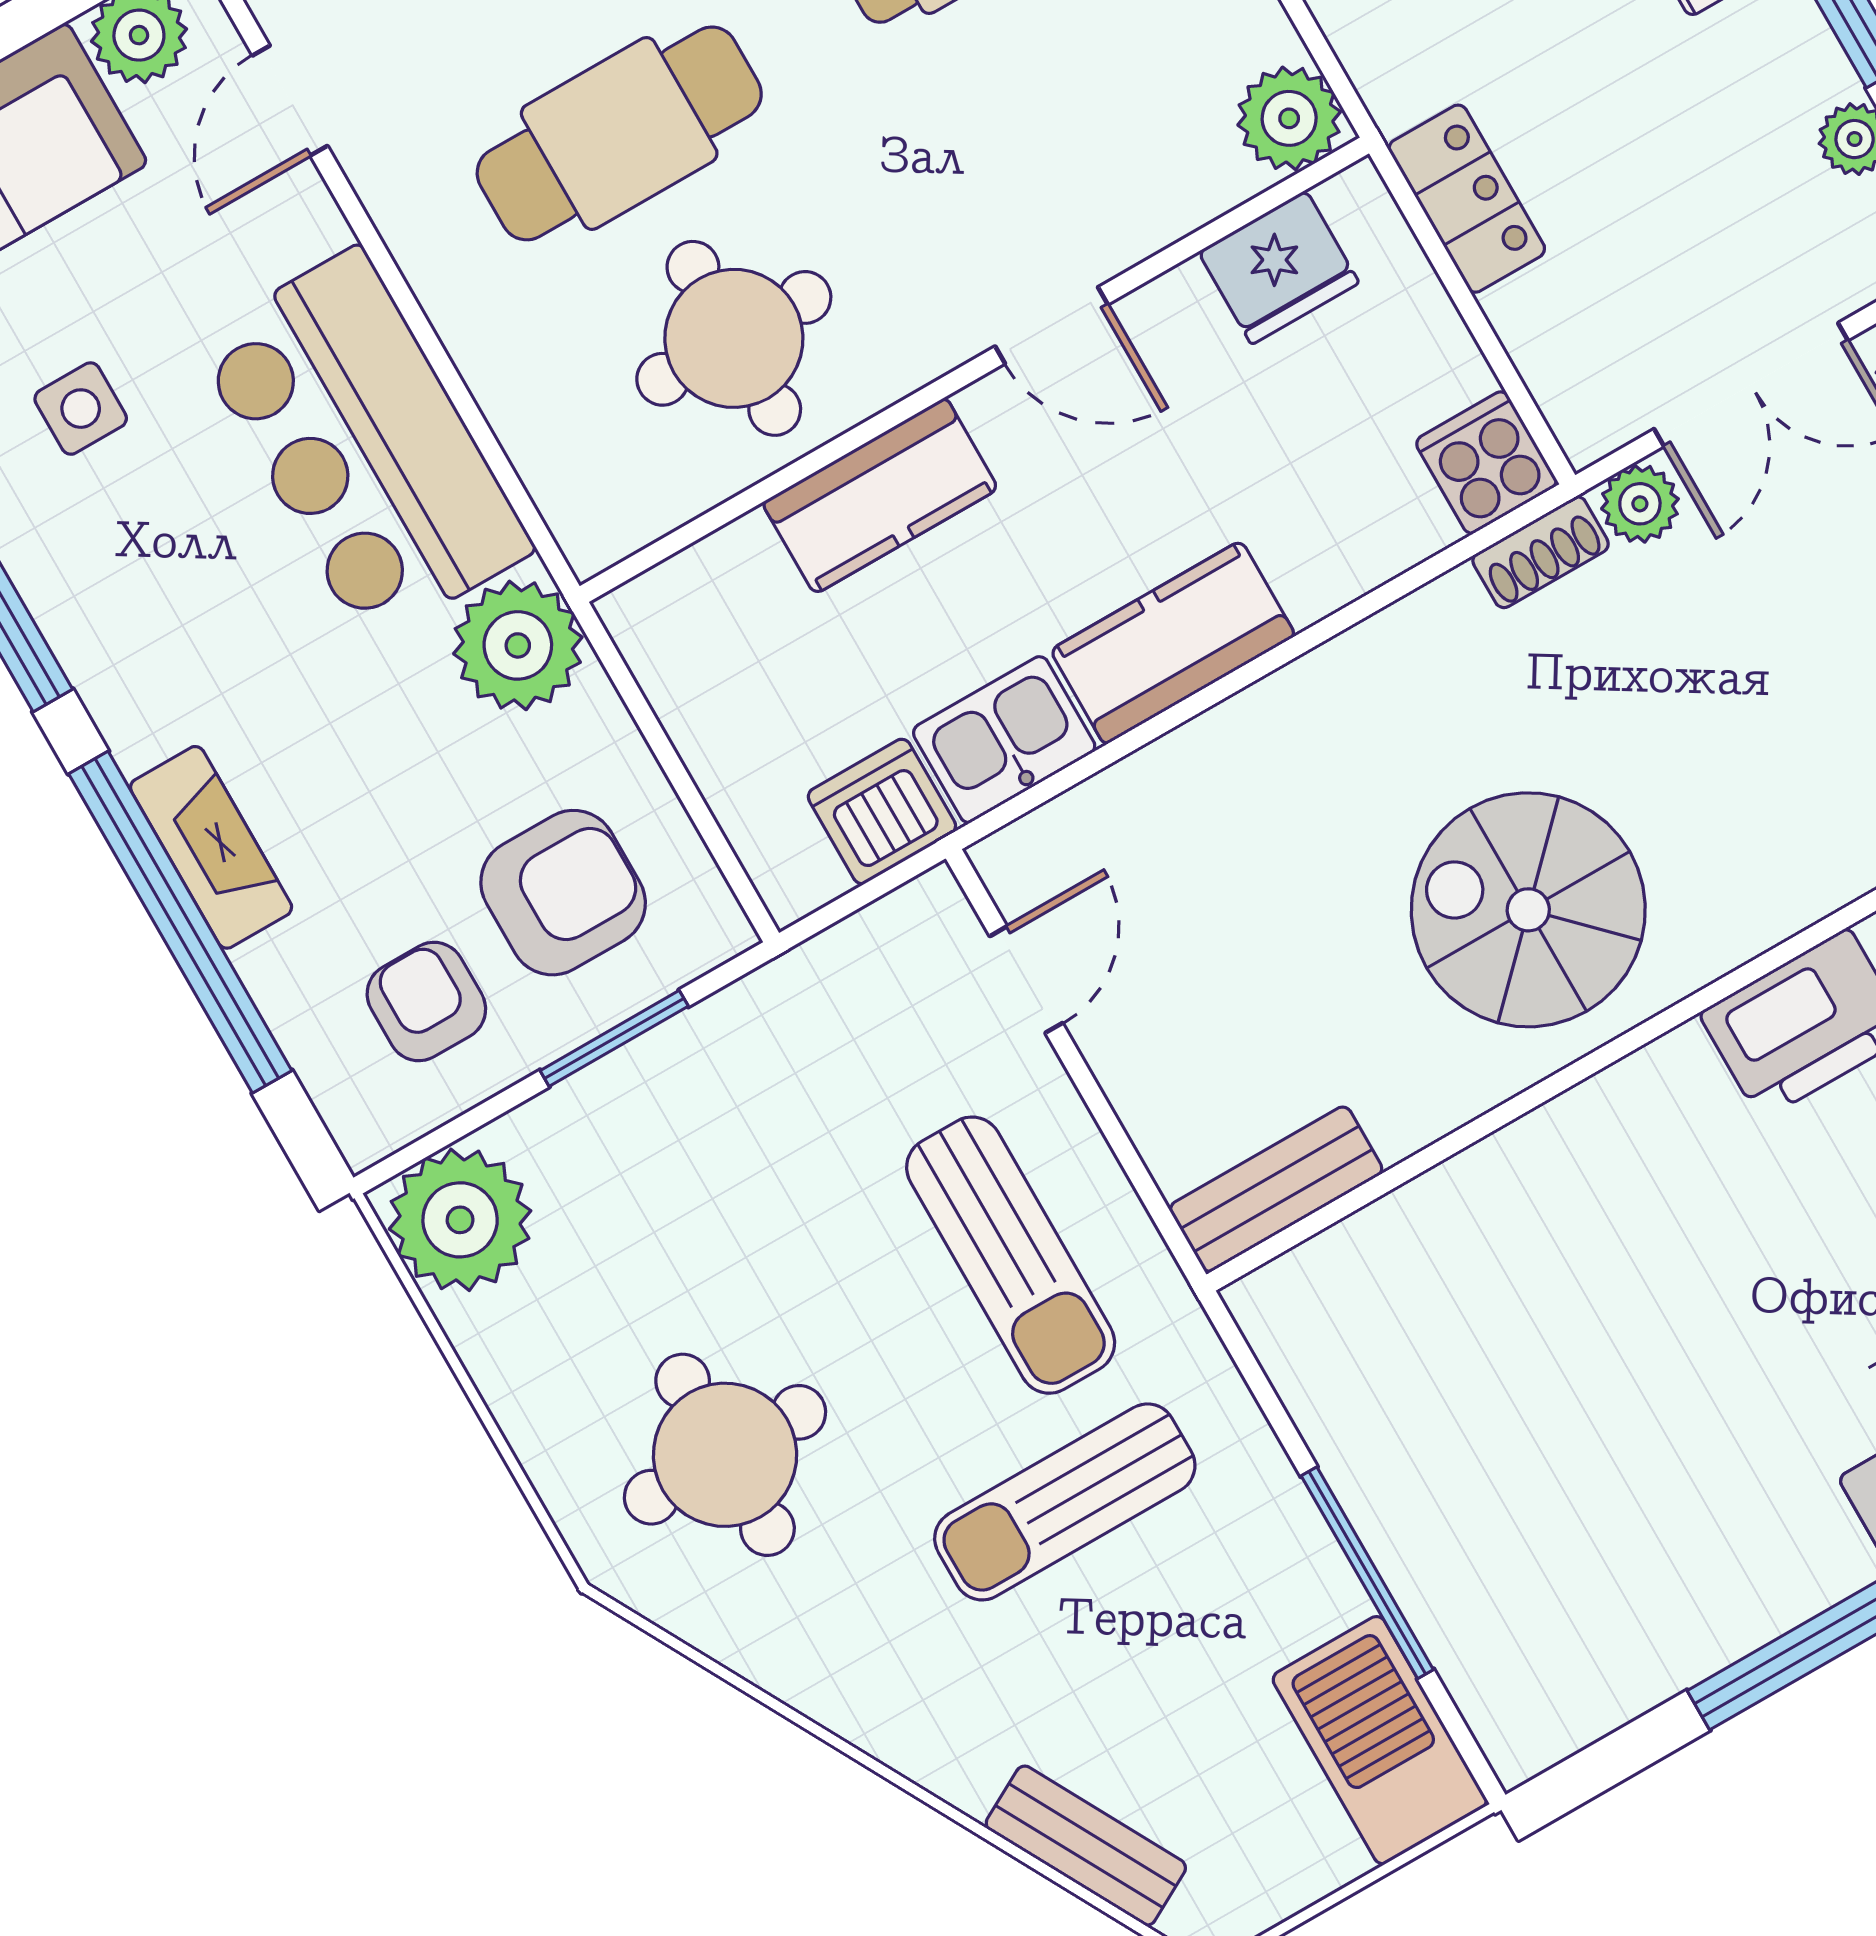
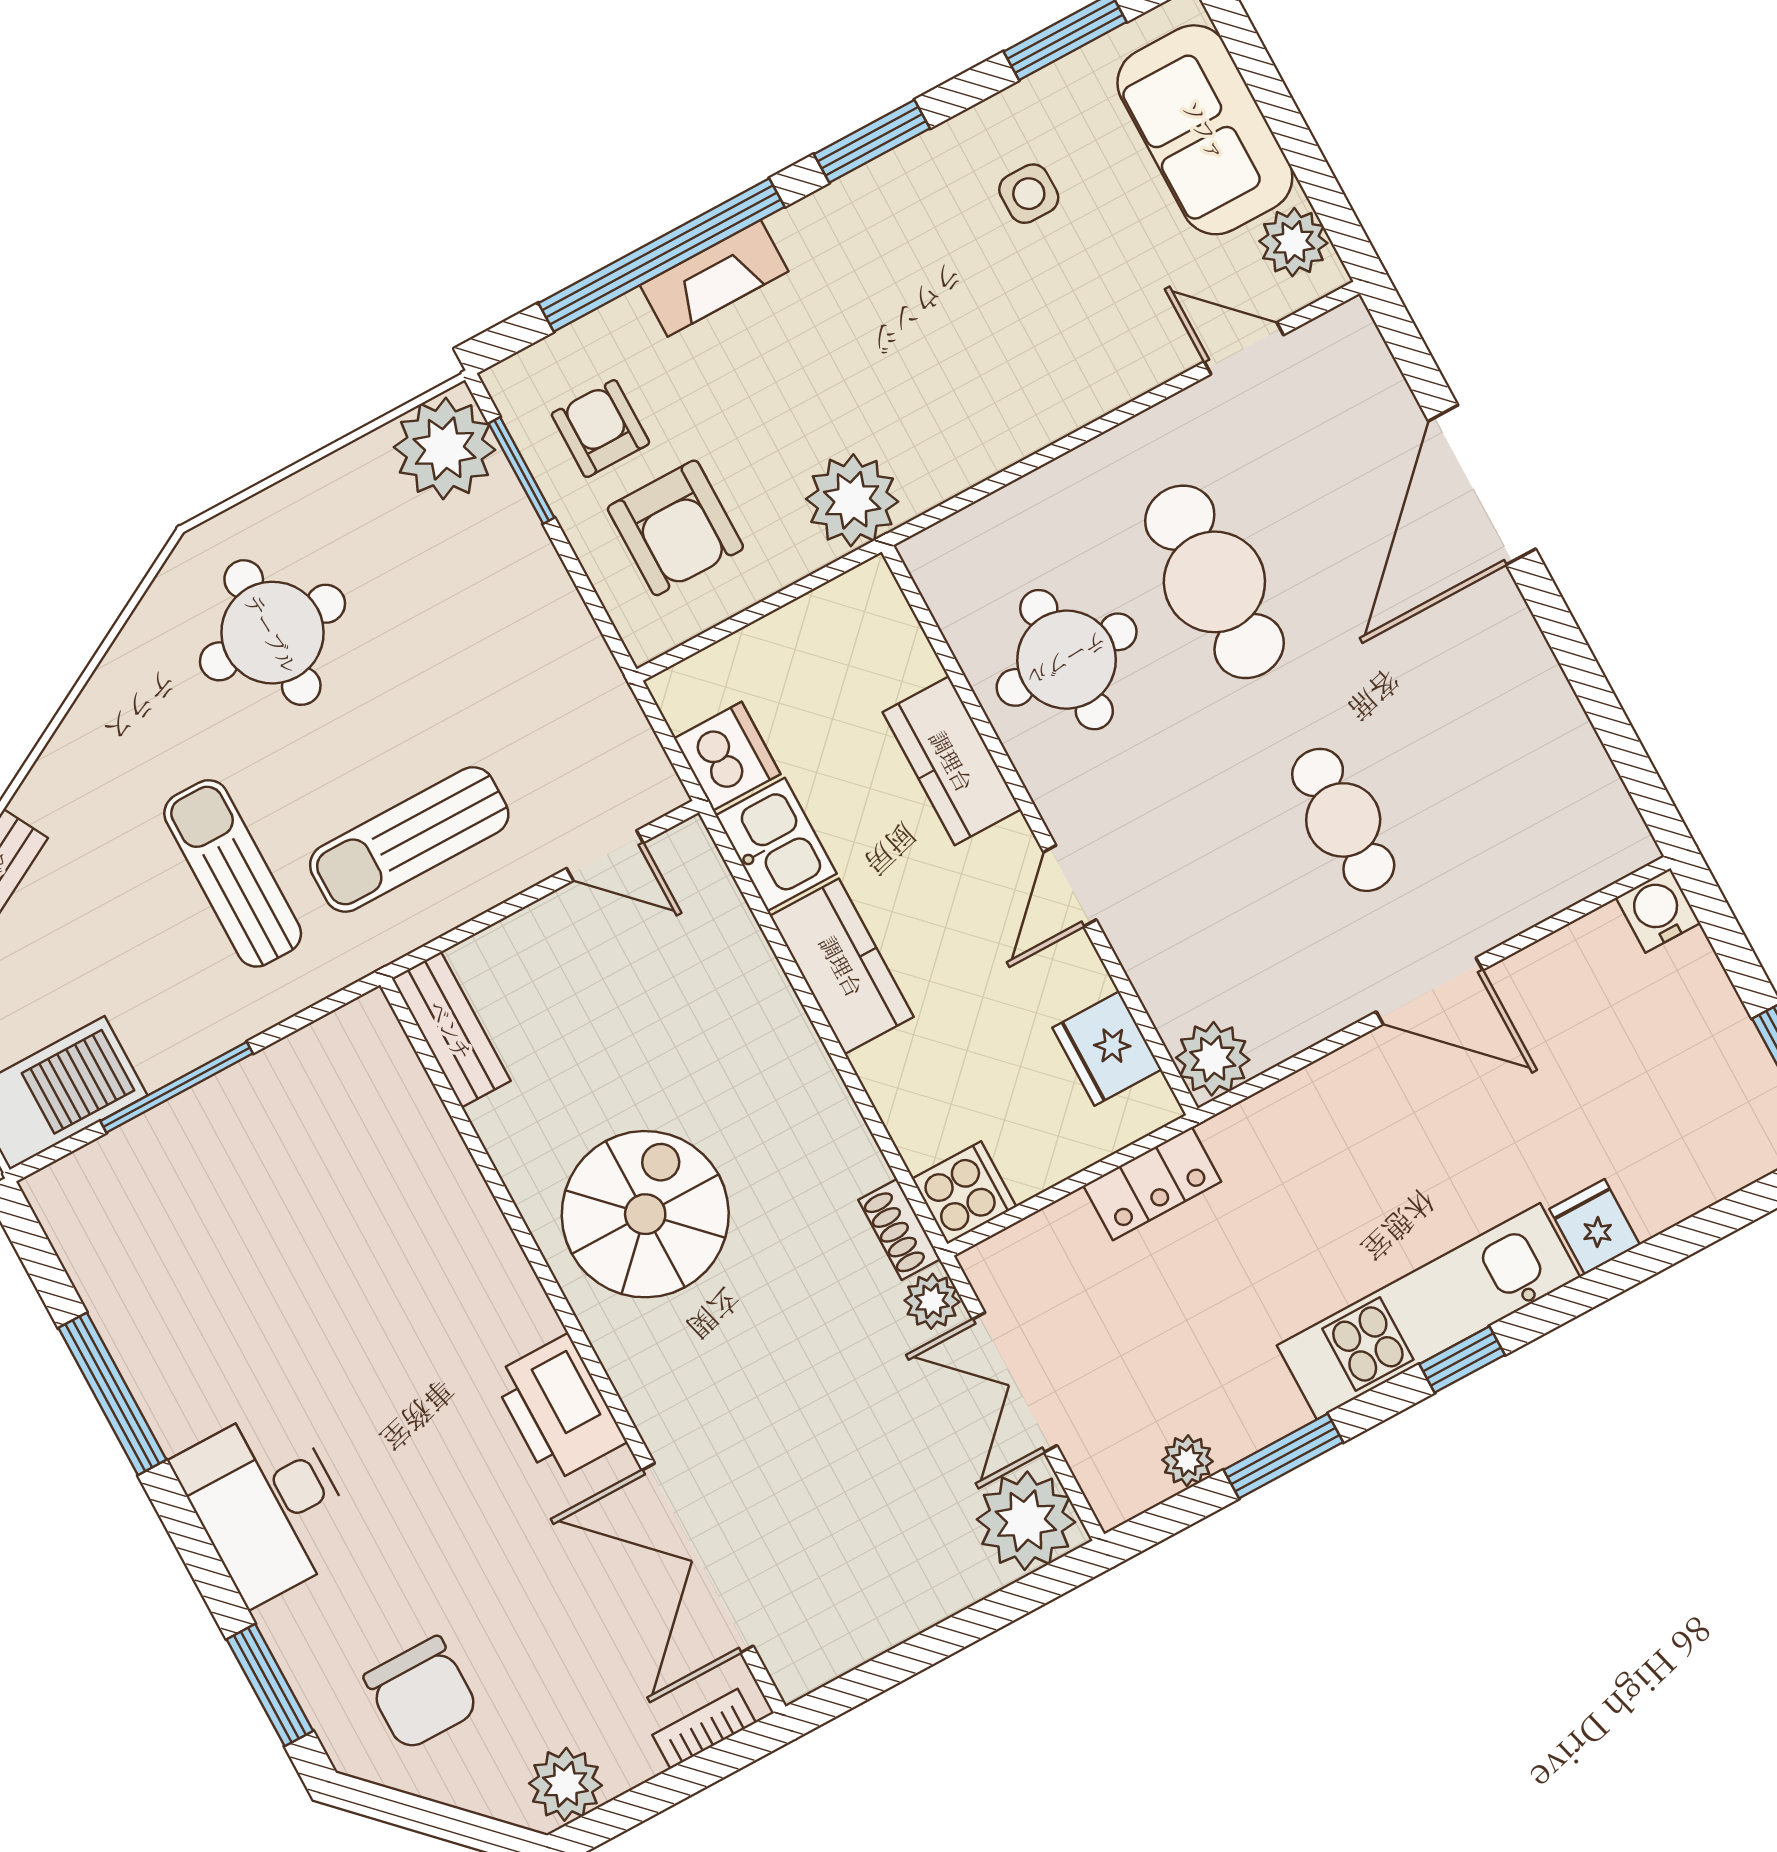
bar counter: (363, 445) -> (997, 394), removed
armchair: (426, 1002) -> (600, 429), turned -90
window: (614, 1038) -> (522, 471), moved

